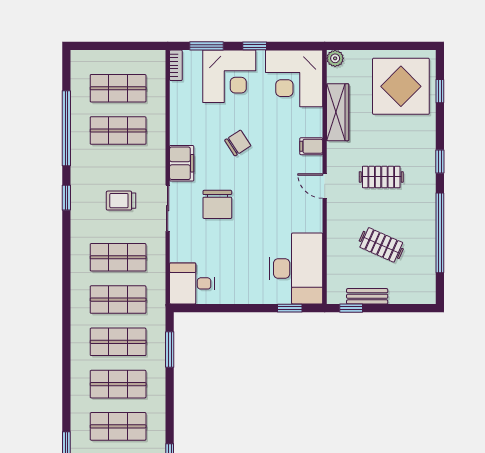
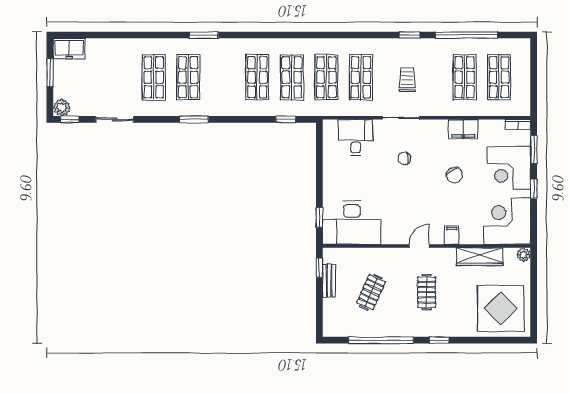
window: (440, 91) -> (497, 340), removed
filing cabinet: (182, 163) -> (463, 129), moved
chair: (217, 204) -> (404, 158), width x0.54, depth x0.54
desk: (192, 283) -> (356, 138), moved
window: (170, 349) -> (286, 119), width x0.67
shop shelf: (118, 426) -> (223, 77), removed

